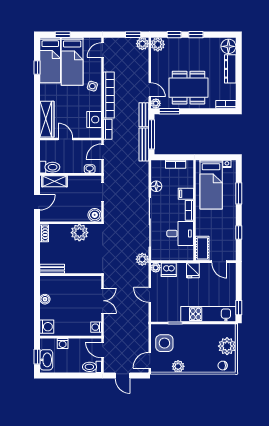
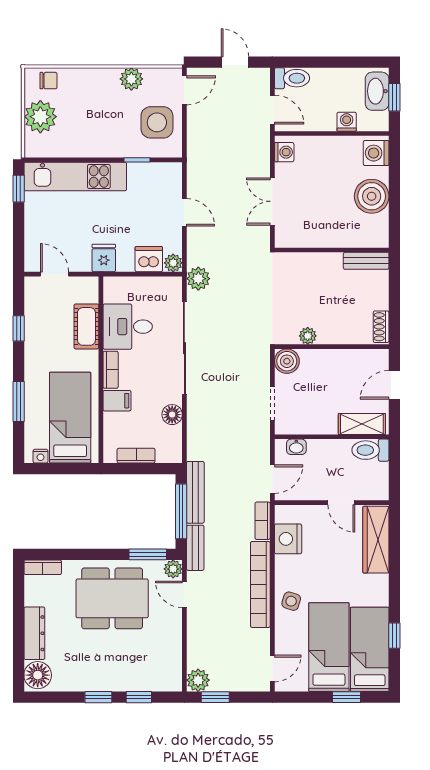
plant: (158, 44) -> (169, 679), removed
plant: (79, 233) -> (308, 336), width x0.53, depth x0.53
cot: (202, 248) -> (86, 326), moved
boiler: (45, 299) -> (372, 196), width x1.86, depth x1.86

